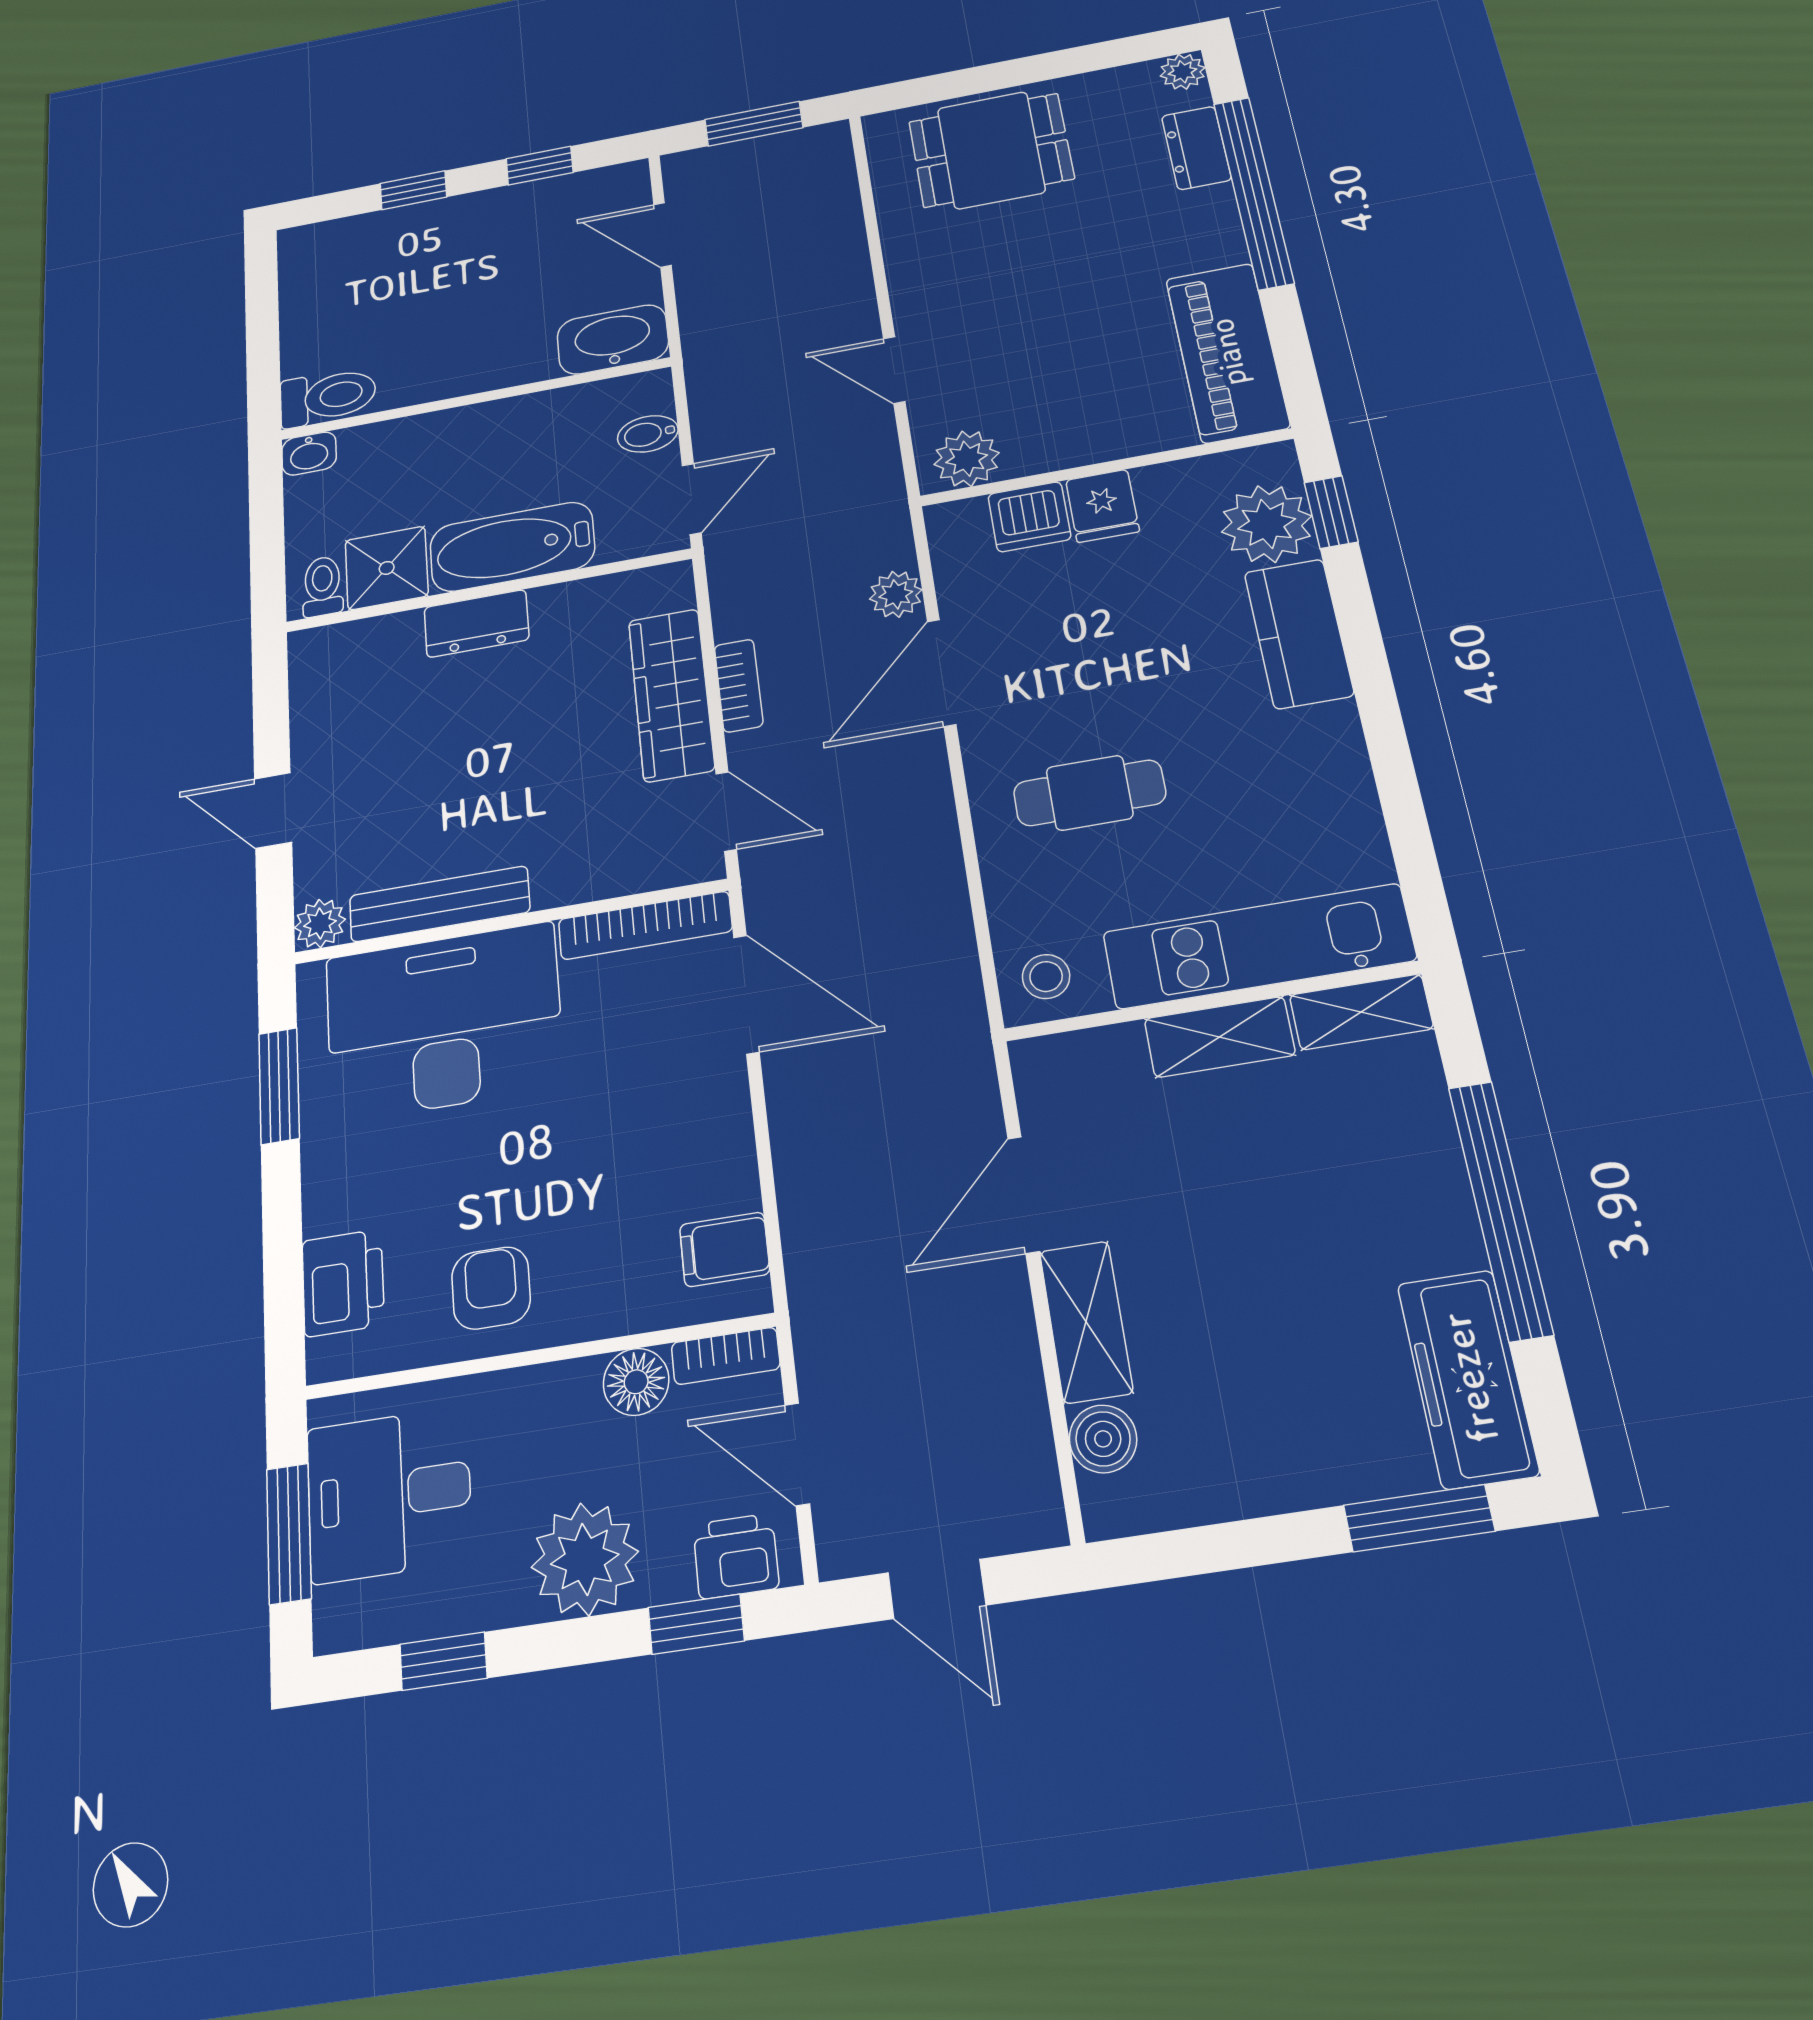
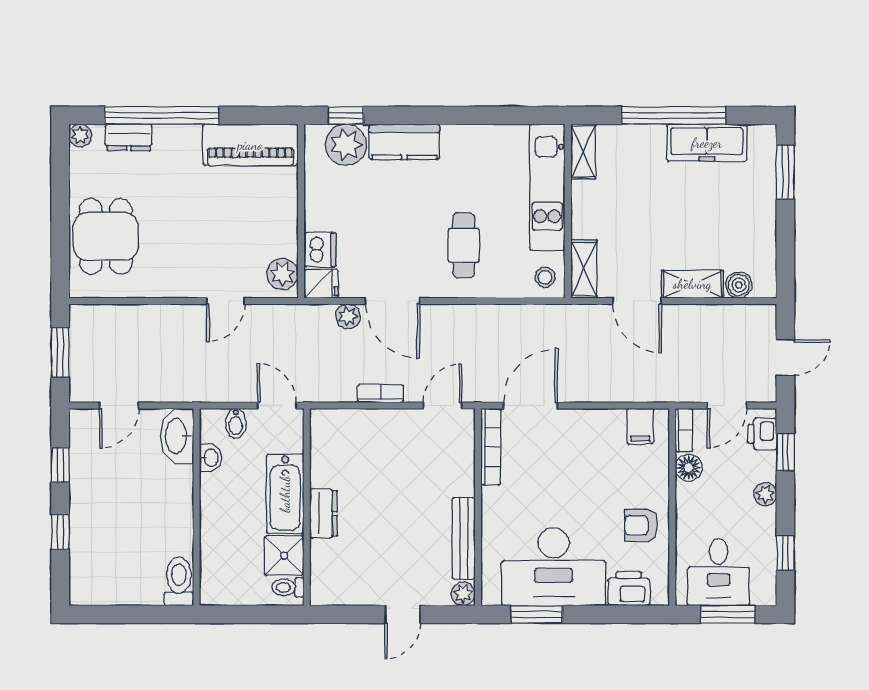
washbasin: (309, 454) -> (210, 458), moved
fridge: (1102, 506) -> (321, 284), moved
wardrobe: (671, 695) -> (379, 425), removed
desk: (444, 1022) -> (554, 567), moved, turned -90
shelving: (1220, 1037) -> (584, 269), moved
freezer: (1468, 1378) -> (707, 143), moved
plant: (585, 1559) -> (765, 494), width x0.53, depth x0.53

